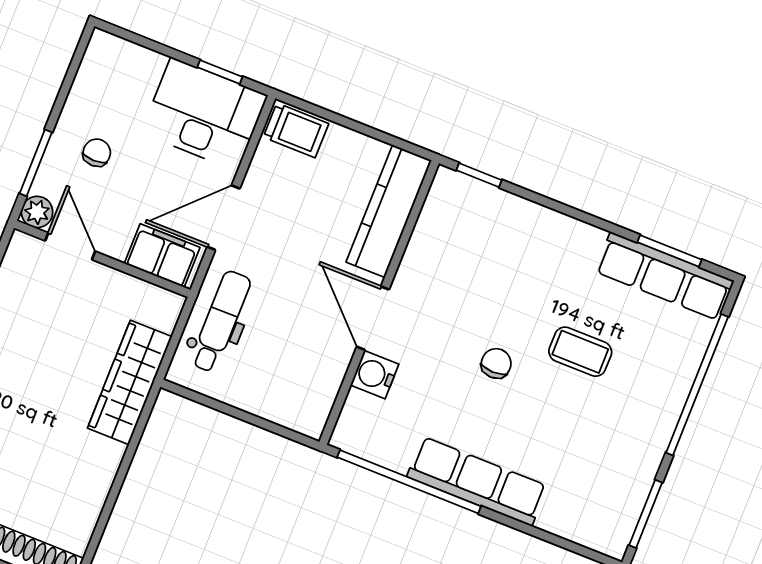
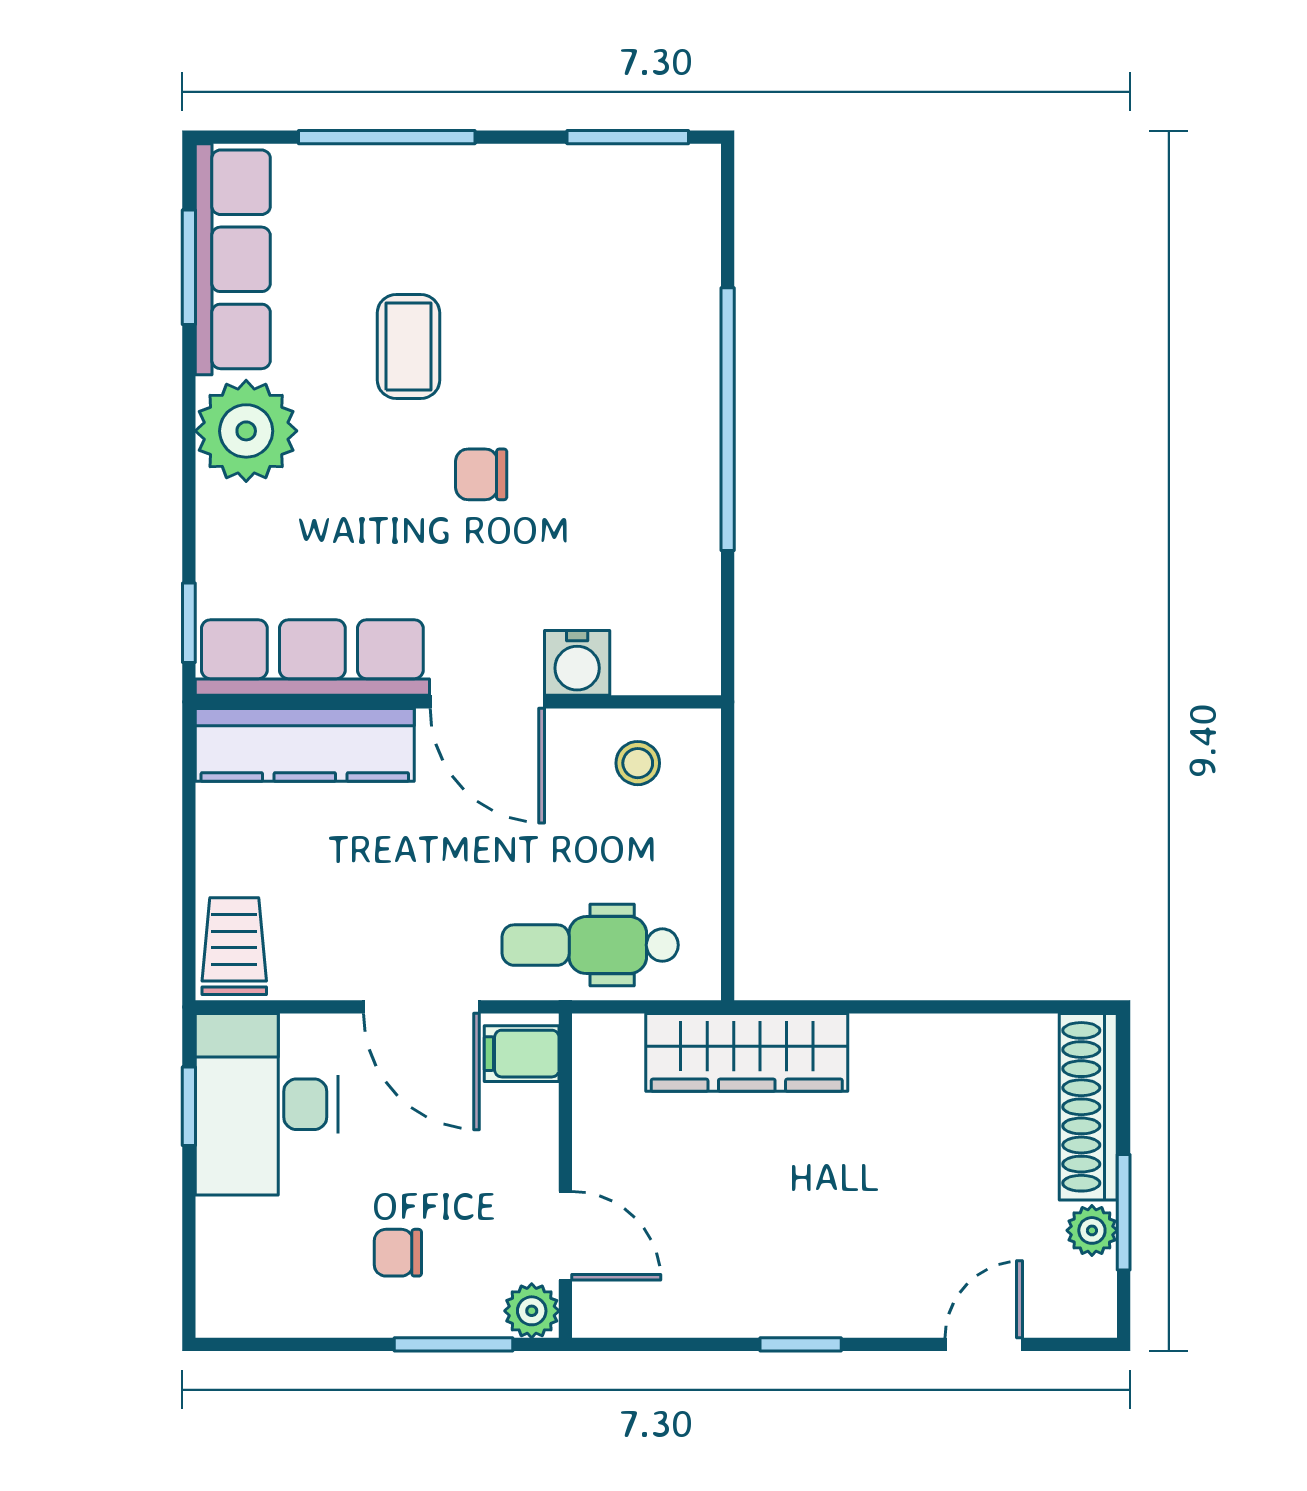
door: (70, 246) -> (565, 1236), swing flipped
plant: (570, 247) -> (246, 431), added
filing cabinet: (162, 256) -> (522, 1054), width x0.50
door: (373, 318) -> (487, 702), hinge flipped
window: (697, 385) -> (387, 137), width x0.68
stool: (308, 386) -> (638, 763), added
row of seats: (477, 481) -> (312, 658), moved, turned 90
window: (409, 482) -> (728, 419), moved

